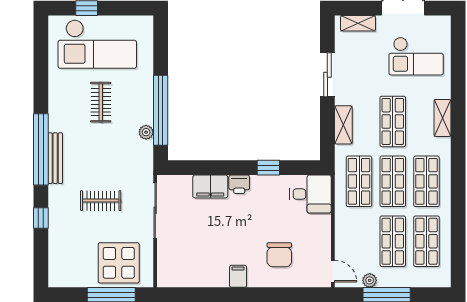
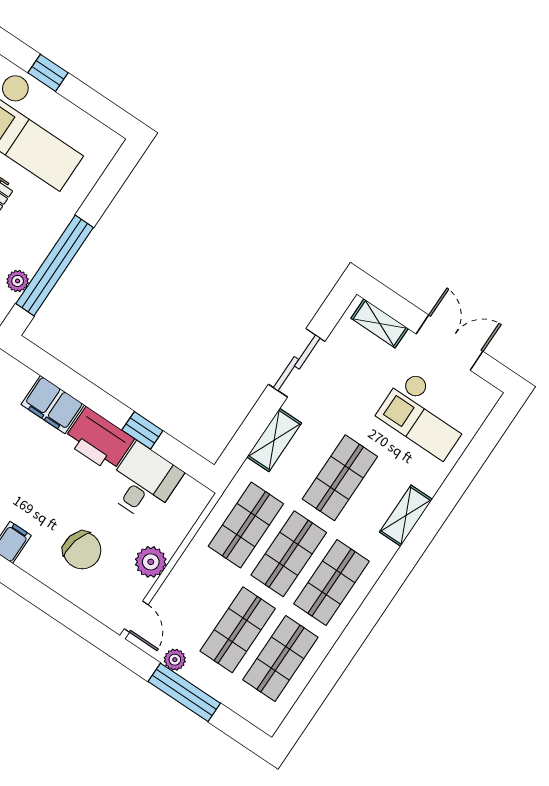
printer: (239, 184) -> (99, 440), width x1.87, depth x1.48
desk: (311, 194) -> (143, 482), moved, turned -90
plant: (321, 236) -> (151, 562), added
chair: (279, 255) -> (82, 550), turned -75

